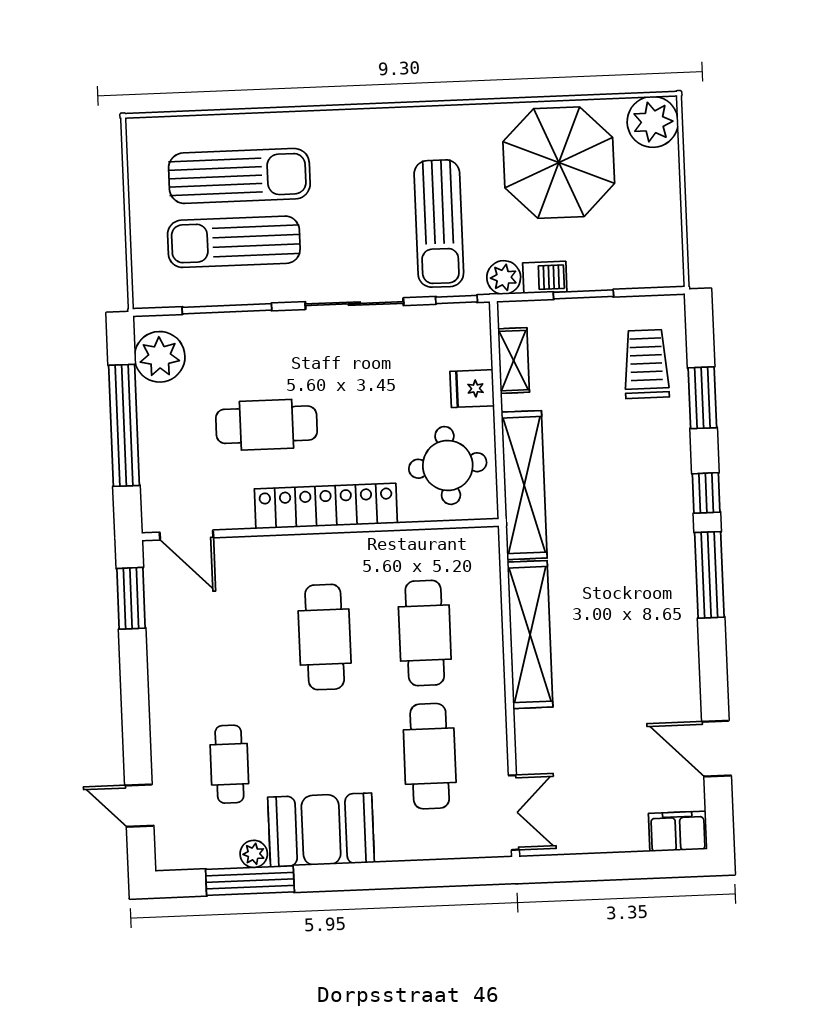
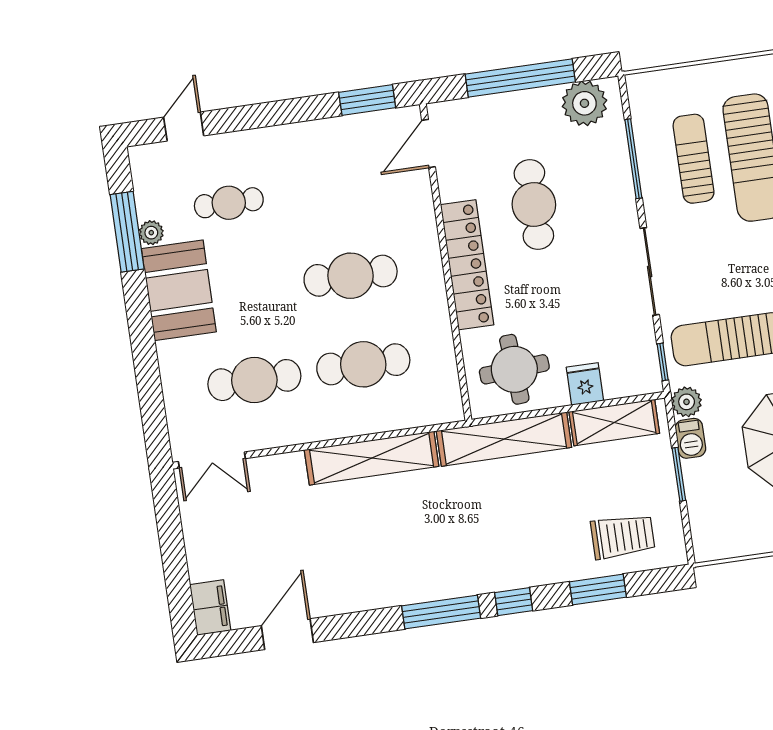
sun lounger: (234, 242) -> (694, 159), width x0.73, depth x0.75
shelving: (514, 361) -> (614, 423), width x1.50, depth x1.33

